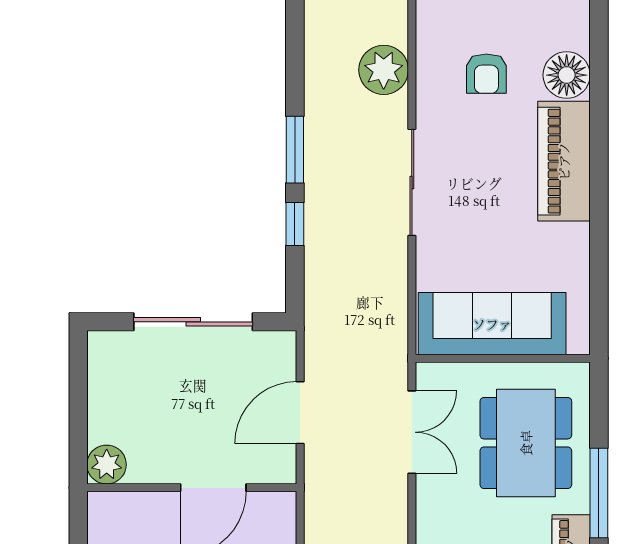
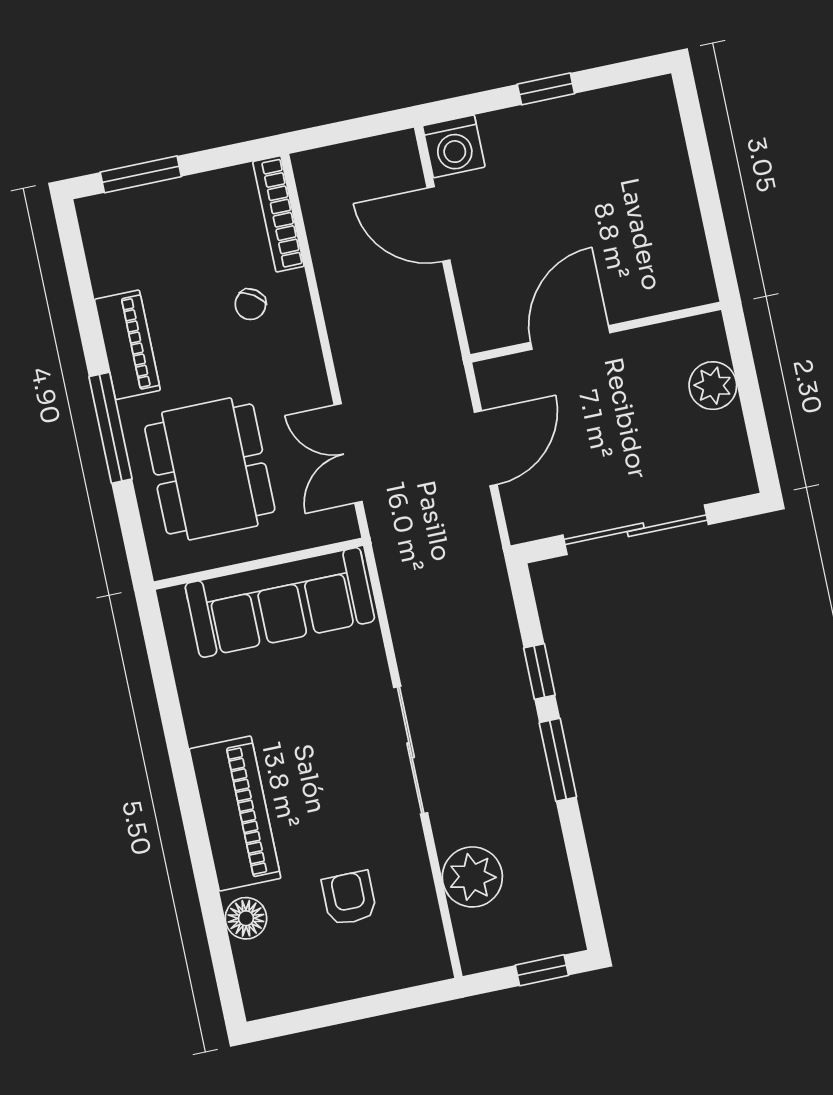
floor lamp: (567, 75) -> (246, 918), width x0.73, depth x0.73
plant: (107, 465) -> (713, 386), moved

